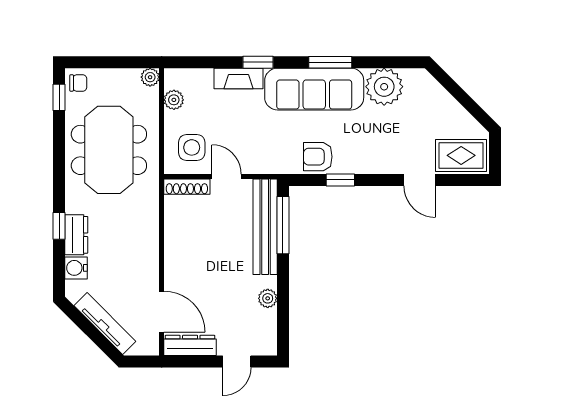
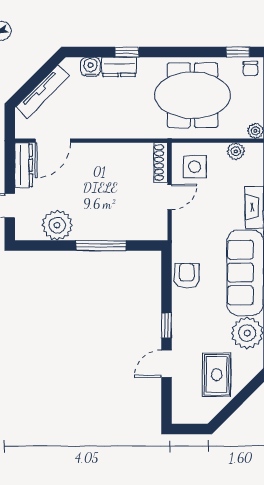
rug: (461, 155) -> (217, 375), moved
window: (340, 180) -> (167, 325), moved
window: (283, 225) -> (101, 246), moved
bench: (265, 227) -> (126, 230), removed
plant: (268, 298) -> (57, 225), width x1.88, depth x1.88

